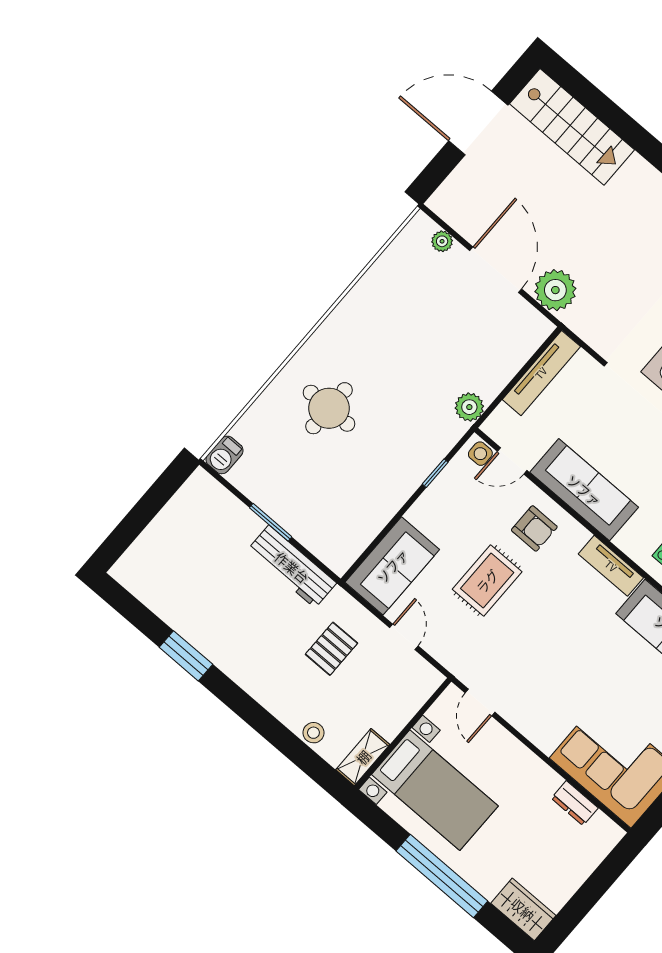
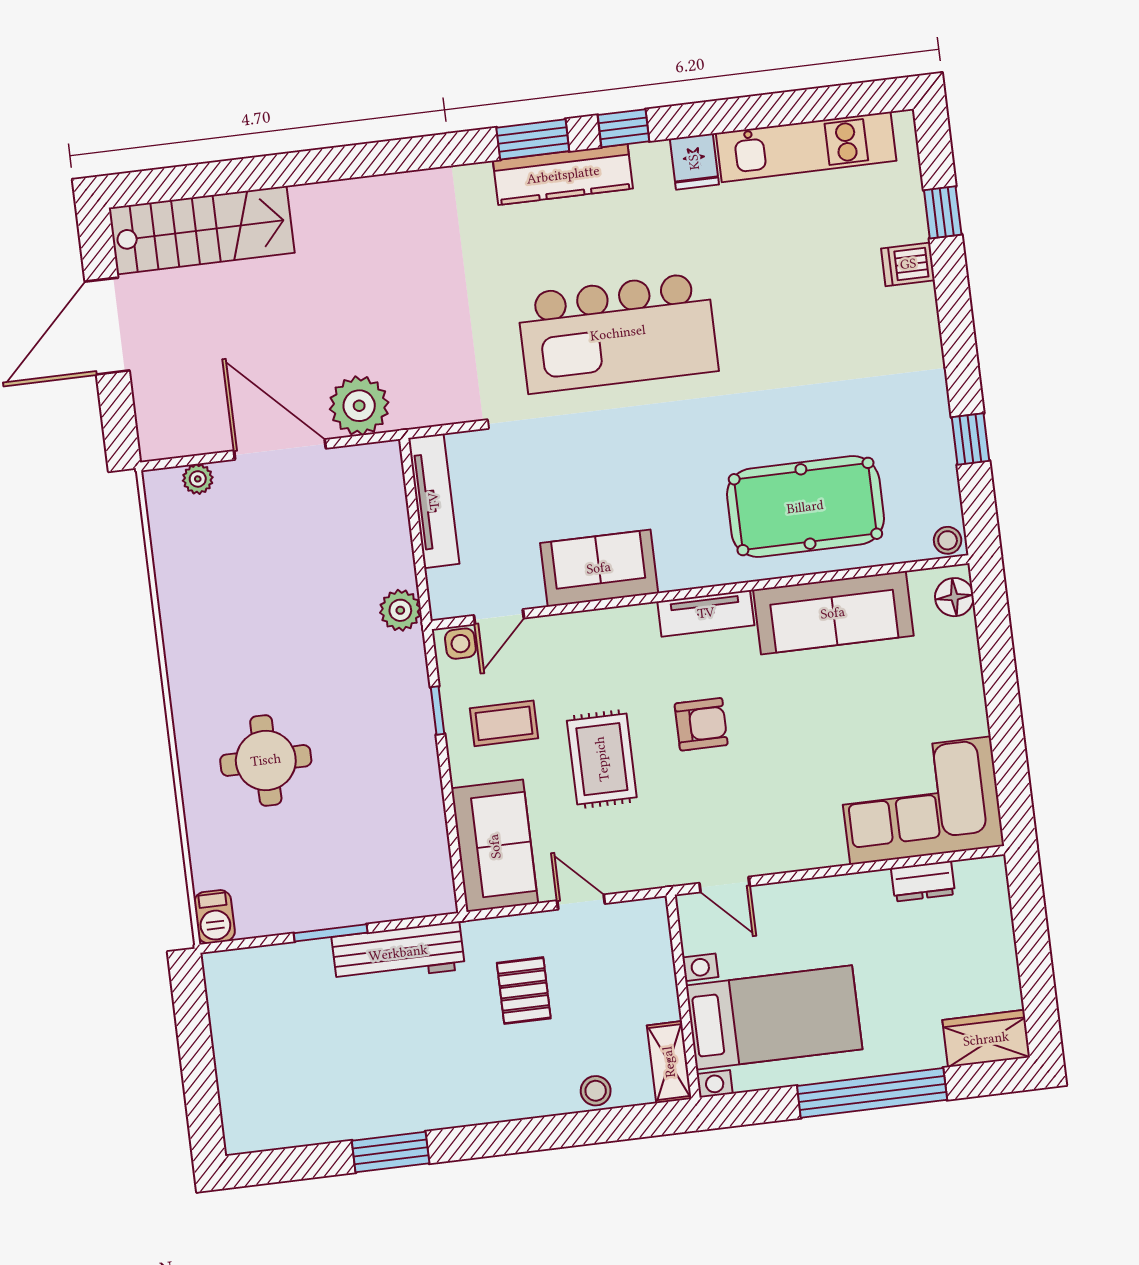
sofa: (584, 490) -> (599, 568), width x0.73
coffee table: (460, 513) -> (504, 723), added
armchair: (534, 528) -> (701, 724), moved

